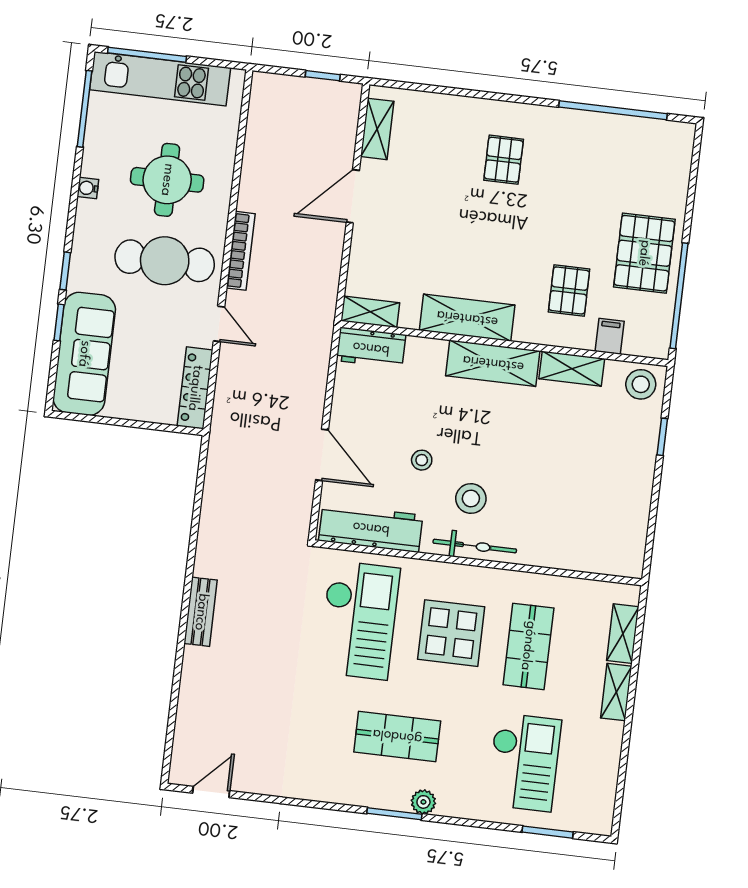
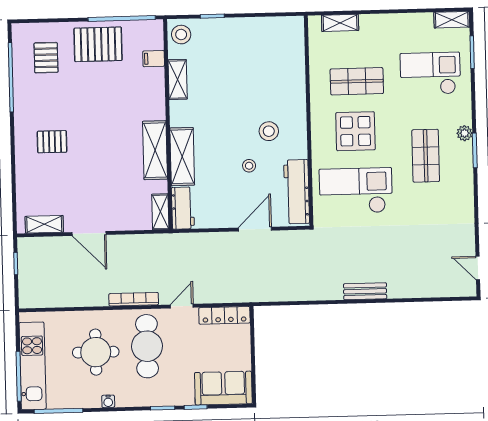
pallet: (569, 290) -> (46, 58), moved, turned 90
sofa: (84, 354) -> (223, 388), width x0.73
shelving: (493, 363) -> (182, 157), moved
bicycle: (475, 546) -> (298, 124), removed
shelving: (616, 692) -> (452, 20), moved

